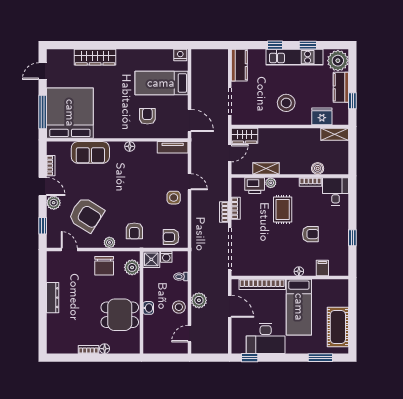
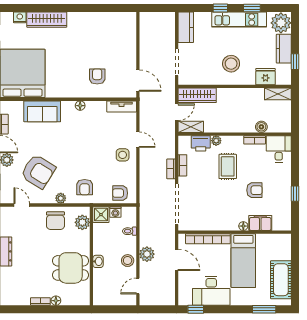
nightstand: (180, 55) -> (20, 17), moved
bed: (161, 83) -> (111, 44), removed
wardrobe: (244, 136) -> (197, 95), width x1.50
shelving: (266, 168) -> (191, 127), moved
filing cabinet: (322, 268) -> (260, 223), width x2.00

